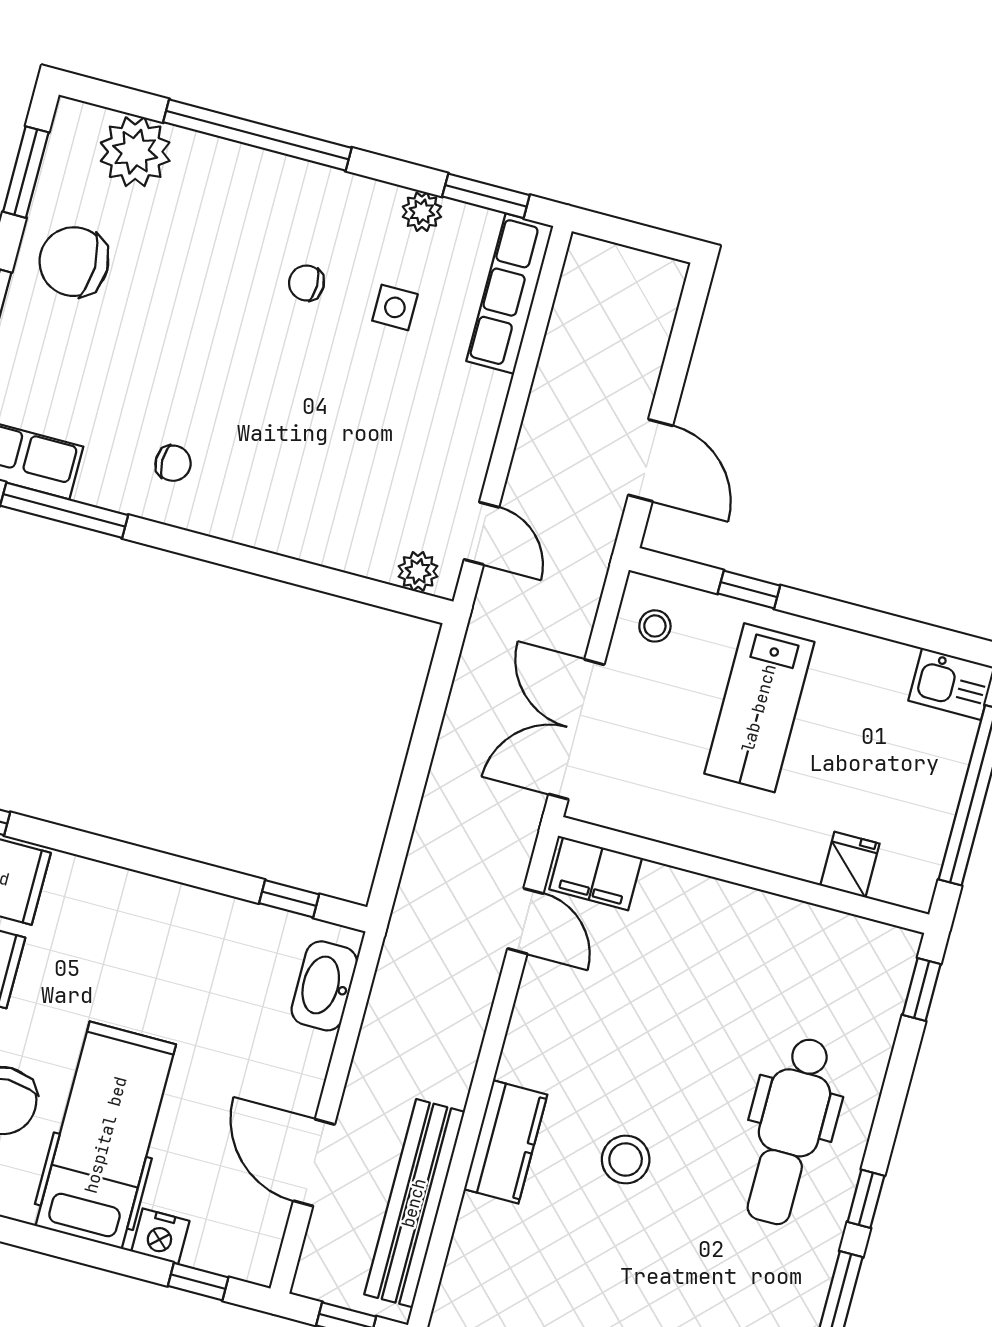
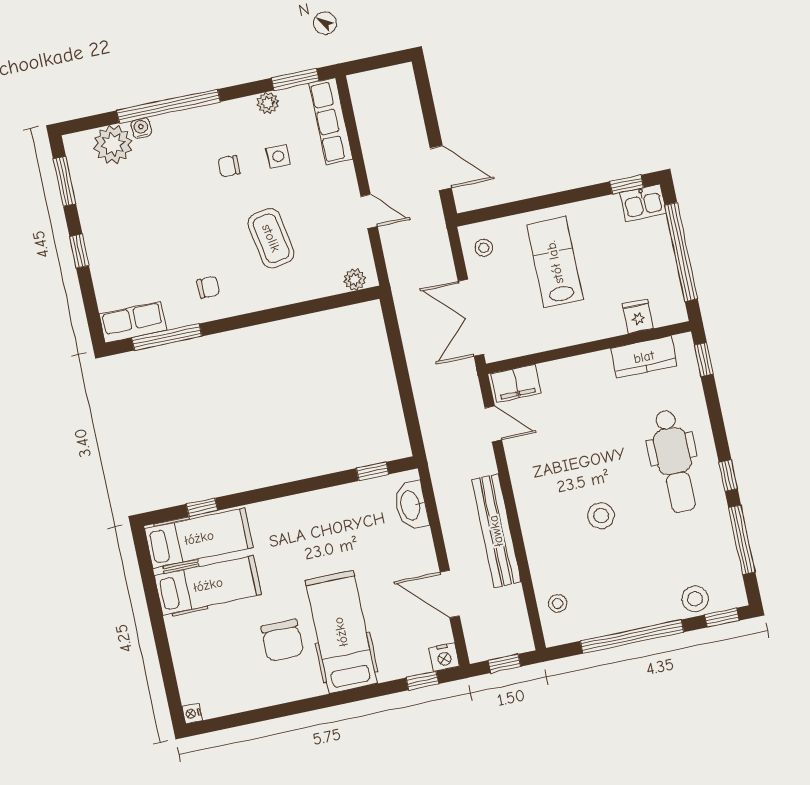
water cooler: (195, 148) -> (141, 128), added
chair: (74, 262) -> (110, 213), removed
coffee table: (316, 435) -> (271, 238), added
door: (481, 533) -> (369, 211), moved
window: (749, 590) -> (627, 184), moved
lab bench: (759, 708) -> (555, 262), turned 180
kitchen counter: (506, 1142) -> (644, 357), moved, turned 90
bench: (414, 1203) -> (496, 531), moved
nightstand: (160, 1236) -> (444, 657), moved
stool: (482, 1267) -> (558, 603), added

